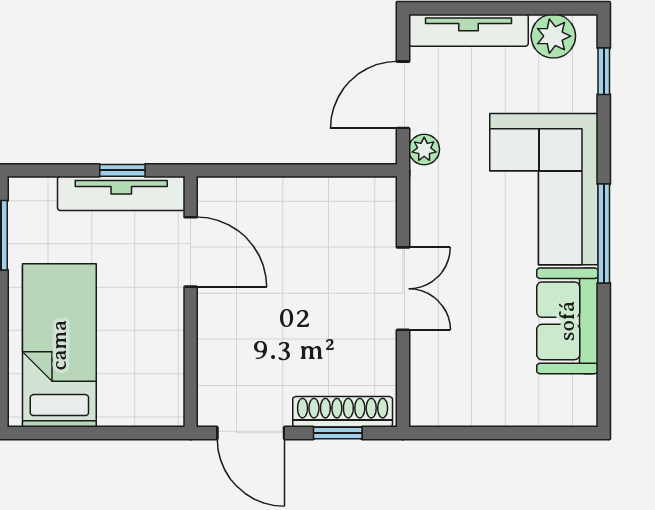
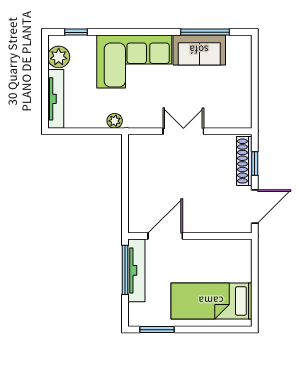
door: (403, 95) -> (88, 131), removed
window: (122, 170) -> (125, 270), width x2.17
window: (604, 233) -> (205, 32), moved

